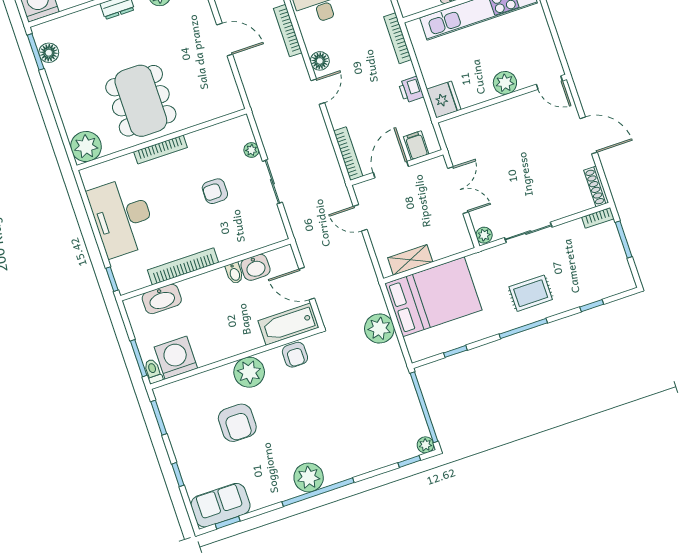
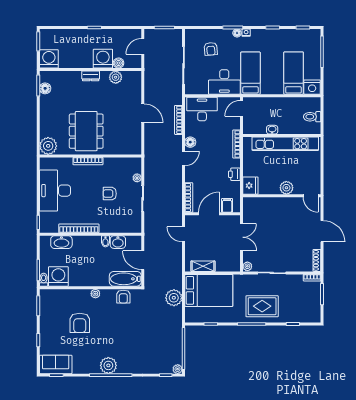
rug: (531, 293) -> (262, 306), width x1.36, depth x1.43
plant: (249, 372) -> (95, 294), width x0.53, depth x0.53

